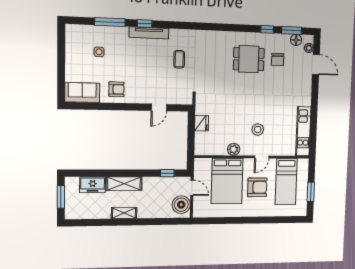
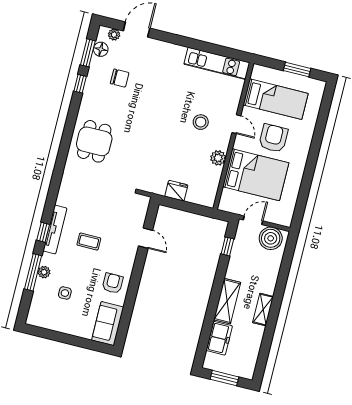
plant: (112, 31) -> (44, 272), added
coffee table: (179, 59) -> (89, 242), moved
dining table: (249, 59) -> (94, 141), moved

